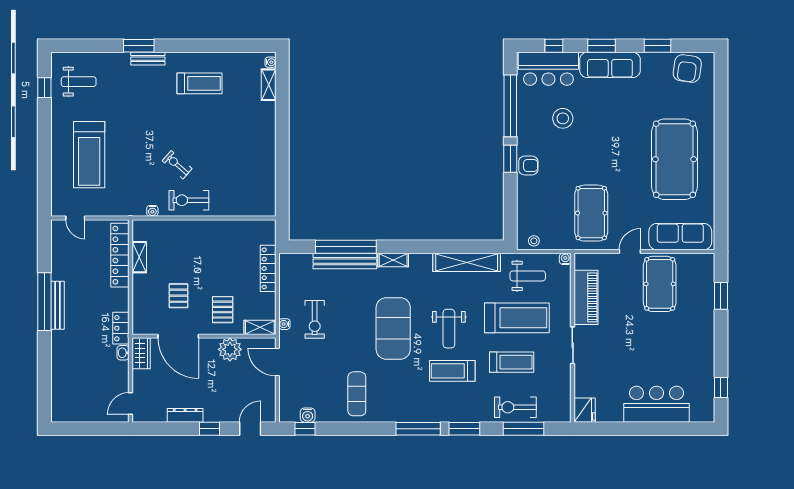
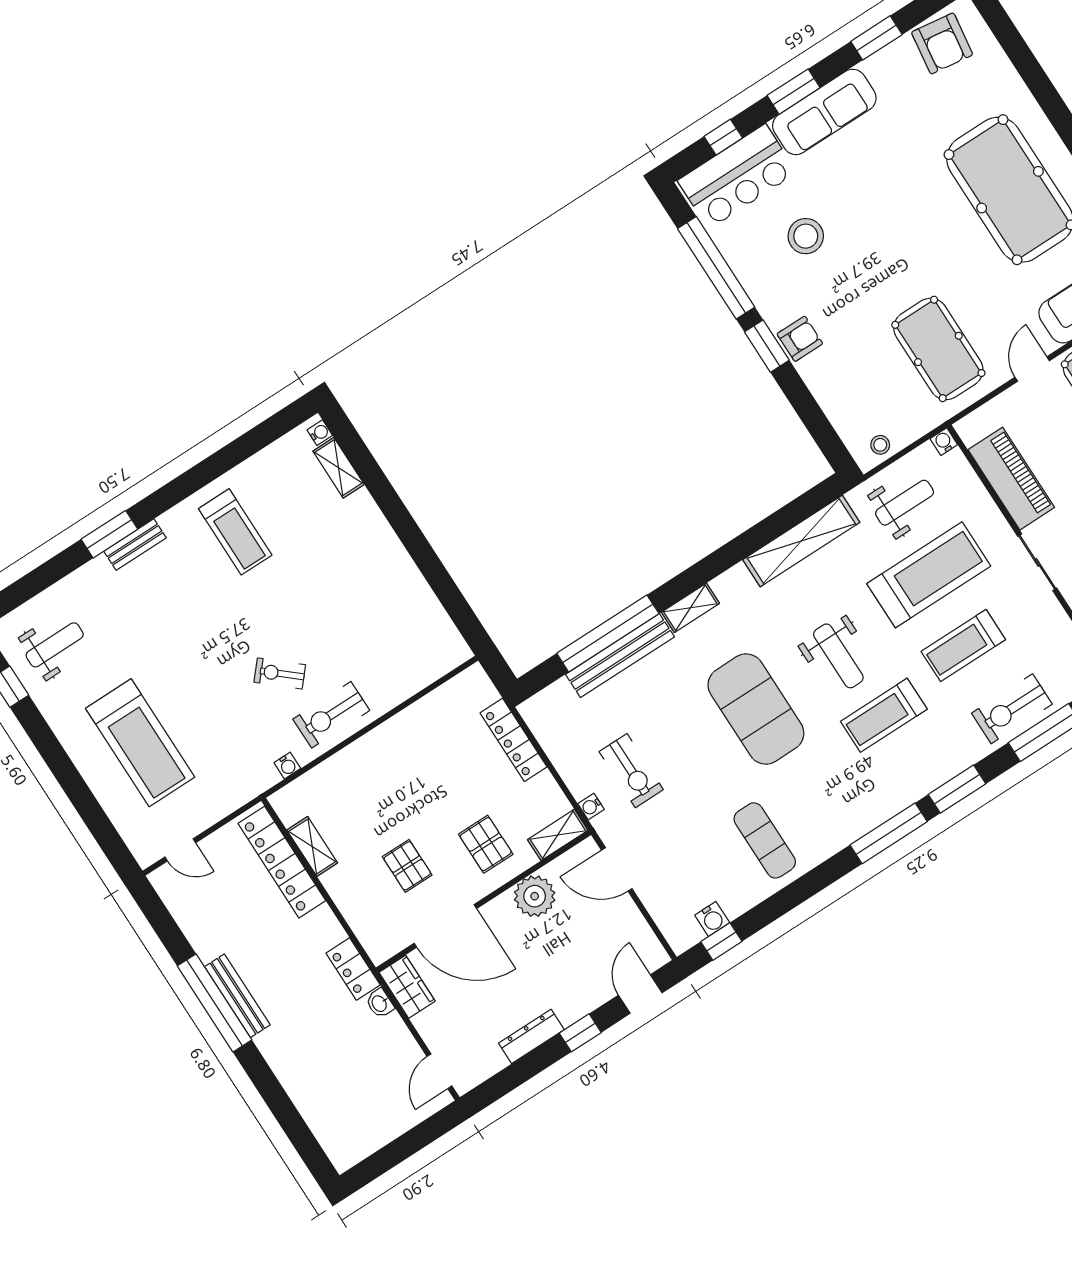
treadmill: (200, 83) -> (235, 532), turned 90
treadmill: (512, 362) -> (963, 645), turned 180

